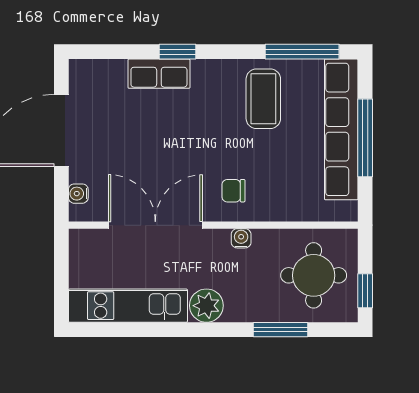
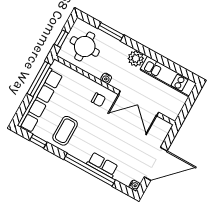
window: (178, 52) -> (90, 170), width x3.17
window: (302, 52) -> (38, 141), width x0.46
window: (365, 138) -> (39, 79), moved
water cooler: (78, 194) -> (134, 185), moved
window: (365, 291) -> (61, 39), moved

